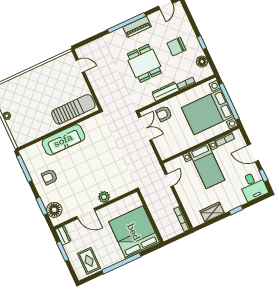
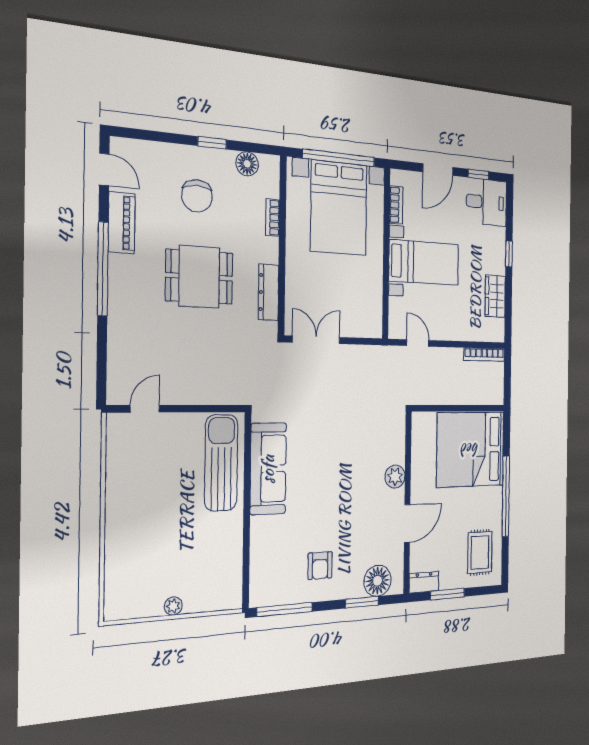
piano: (137, 27) -> (122, 223), moved
dresser: (165, 91) -> (269, 292), moved
armchair: (164, 114) -> (306, 290), removed
sofa: (63, 140) -> (268, 469), moved
rug: (89, 261) -> (480, 552), turned 90

